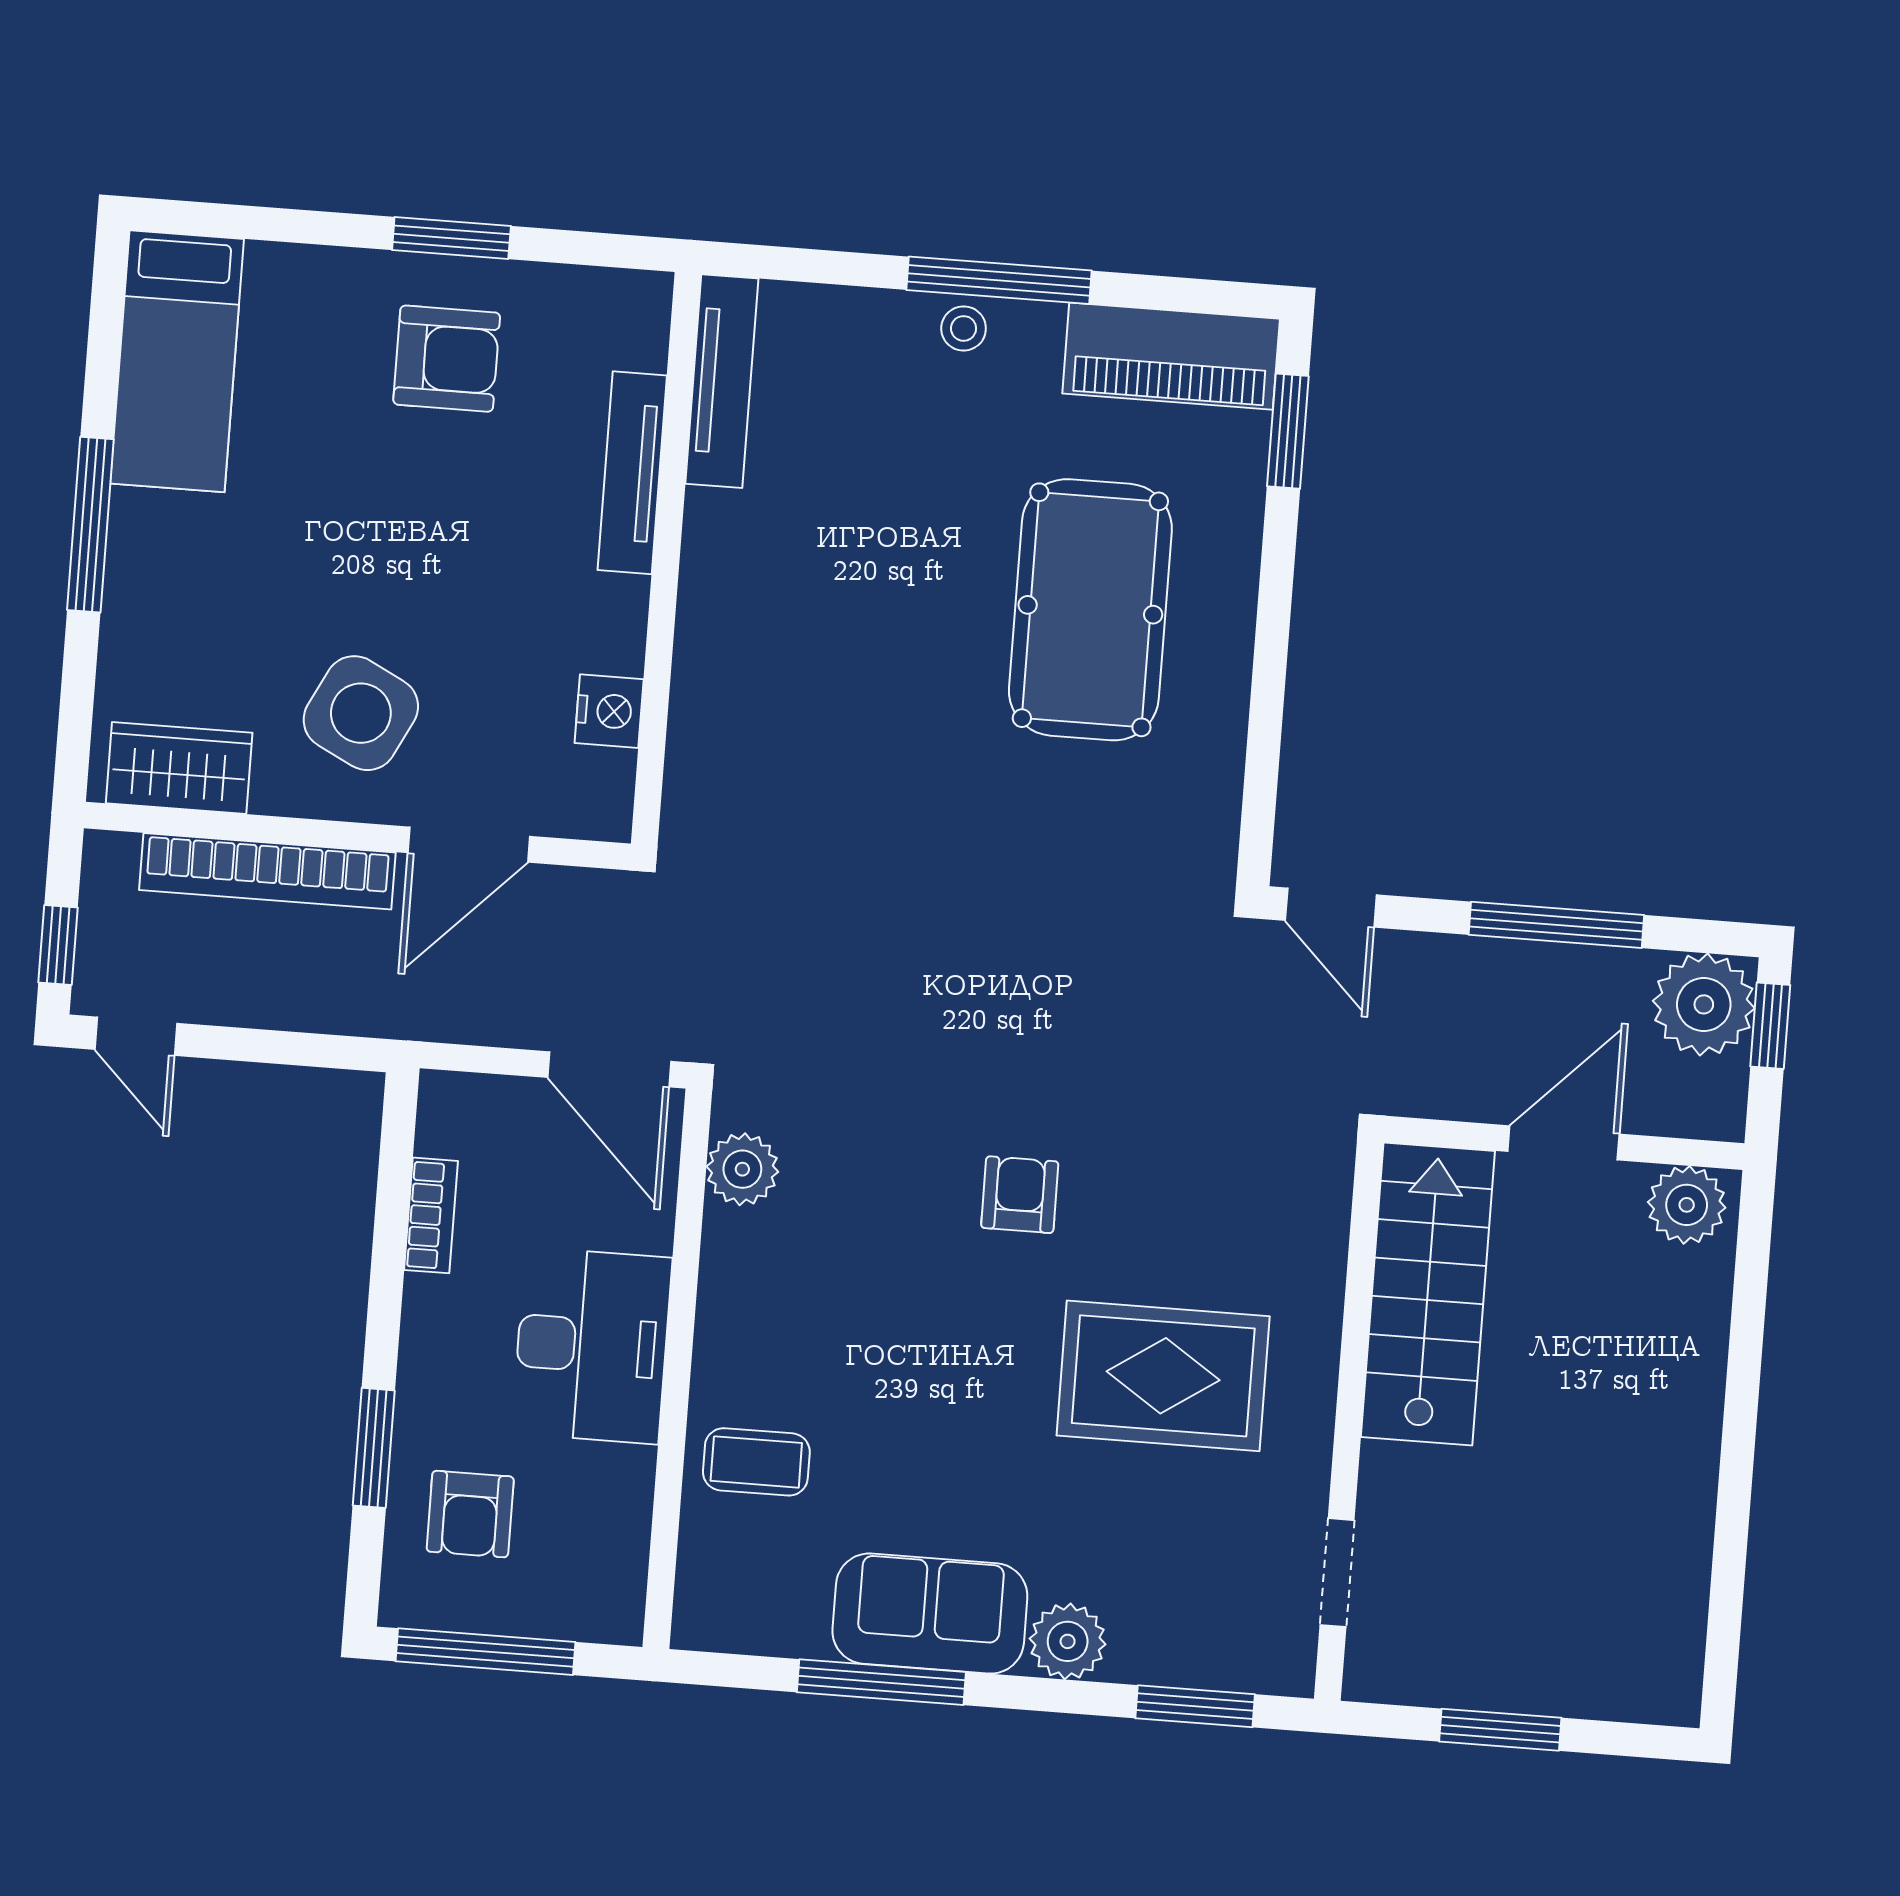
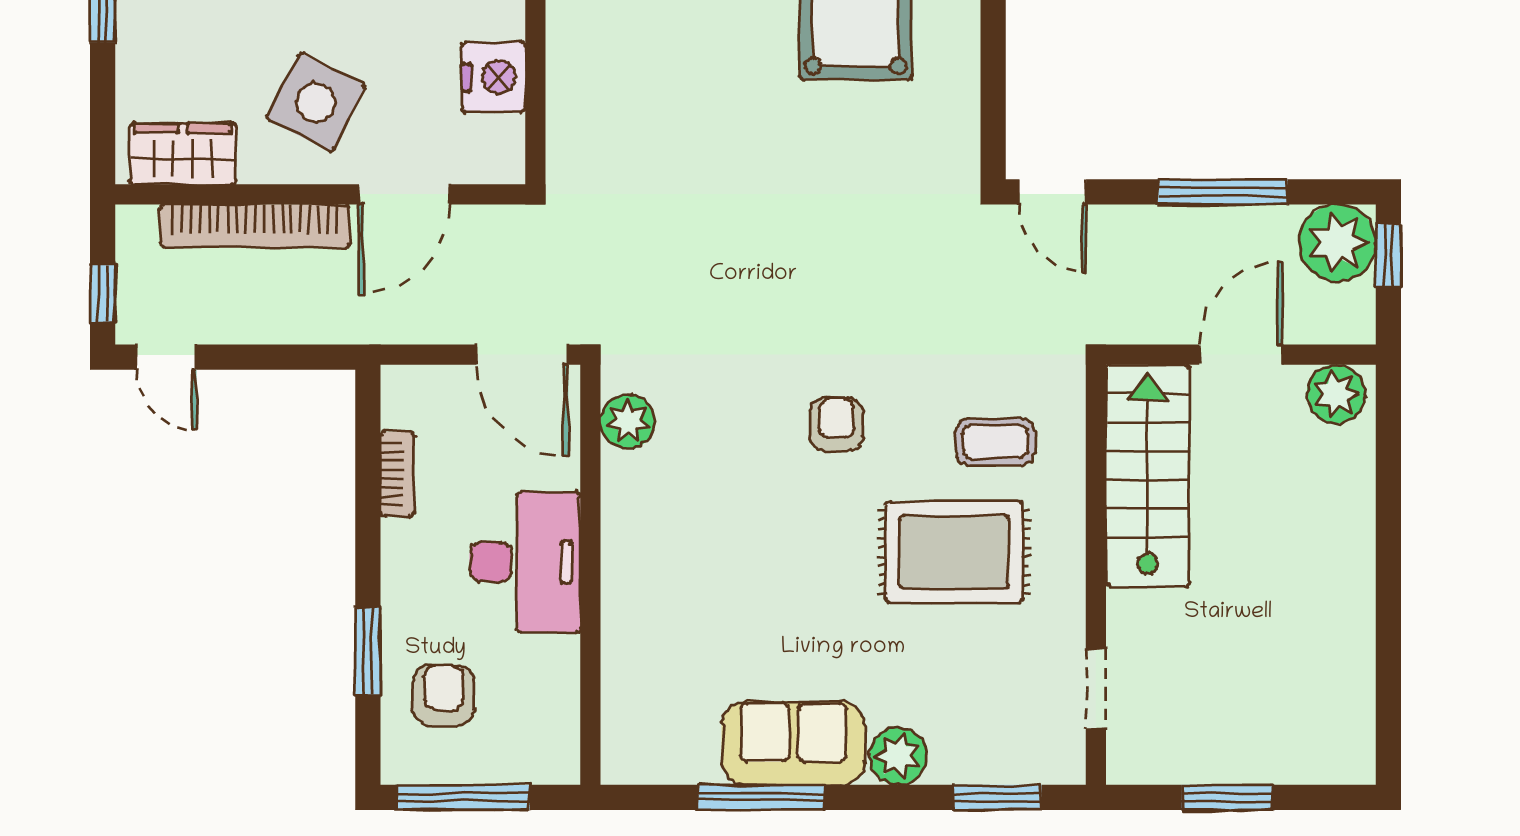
nightstand: (609, 711) -> (494, 77), width x1.36, depth x1.33
coffee table: (756, 1462) -> (995, 442), moved
armchair: (470, 1514) -> (444, 695), turned 180

